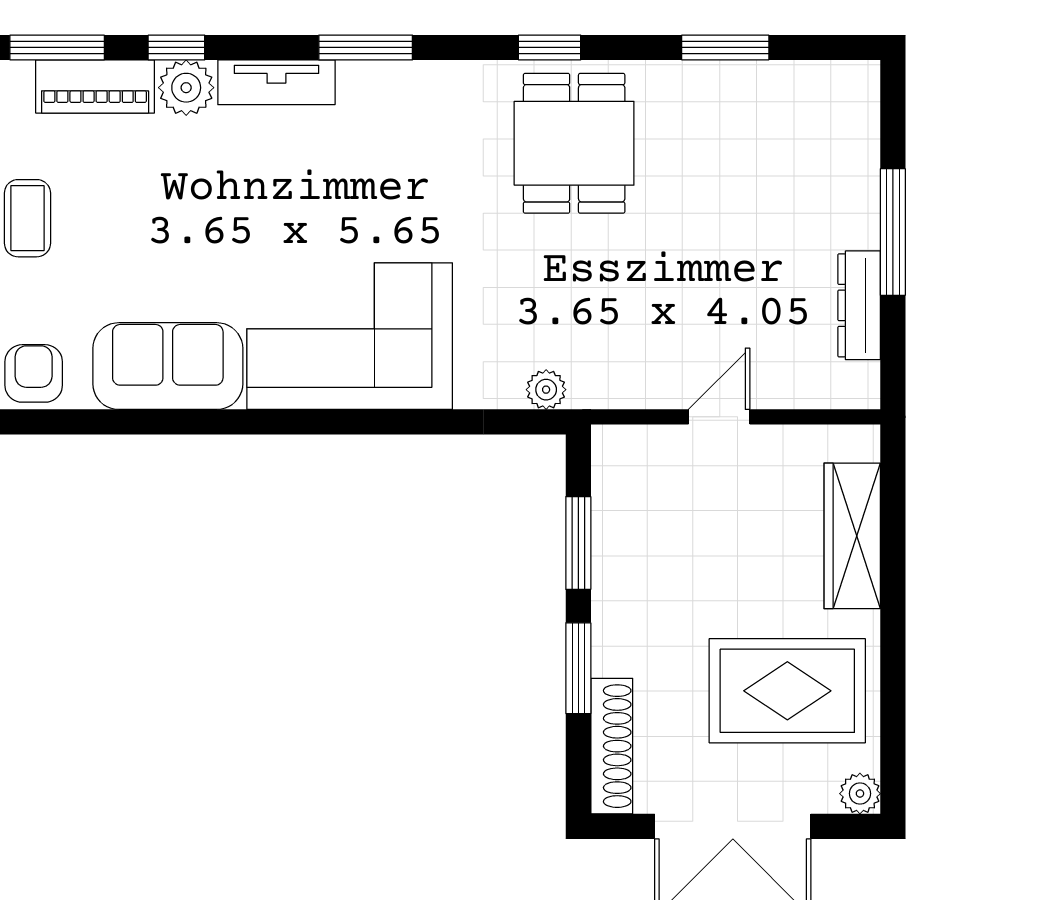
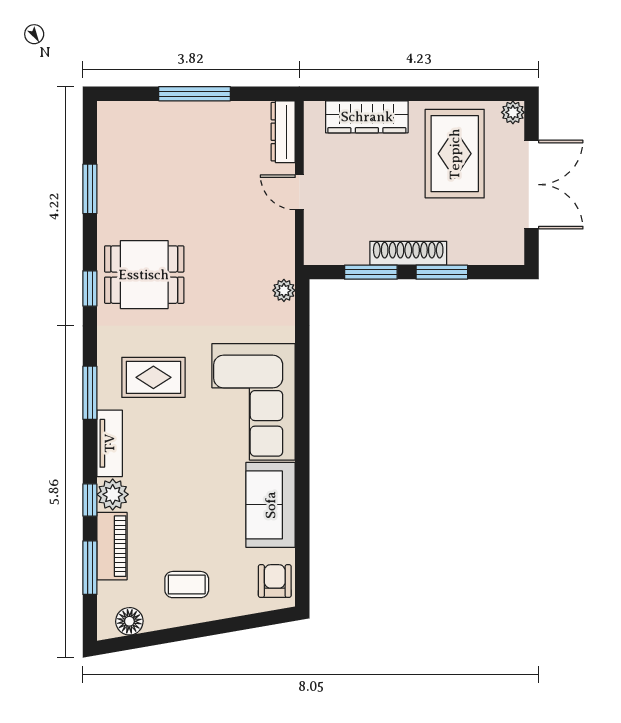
rug: (393, 160) -> (153, 377), added
dresser: (859, 305) -> (283, 132), moved, turned 90
armchair: (34, 373) -> (275, 581), turned 90
shoe rack: (612, 746) -> (408, 253), moved

